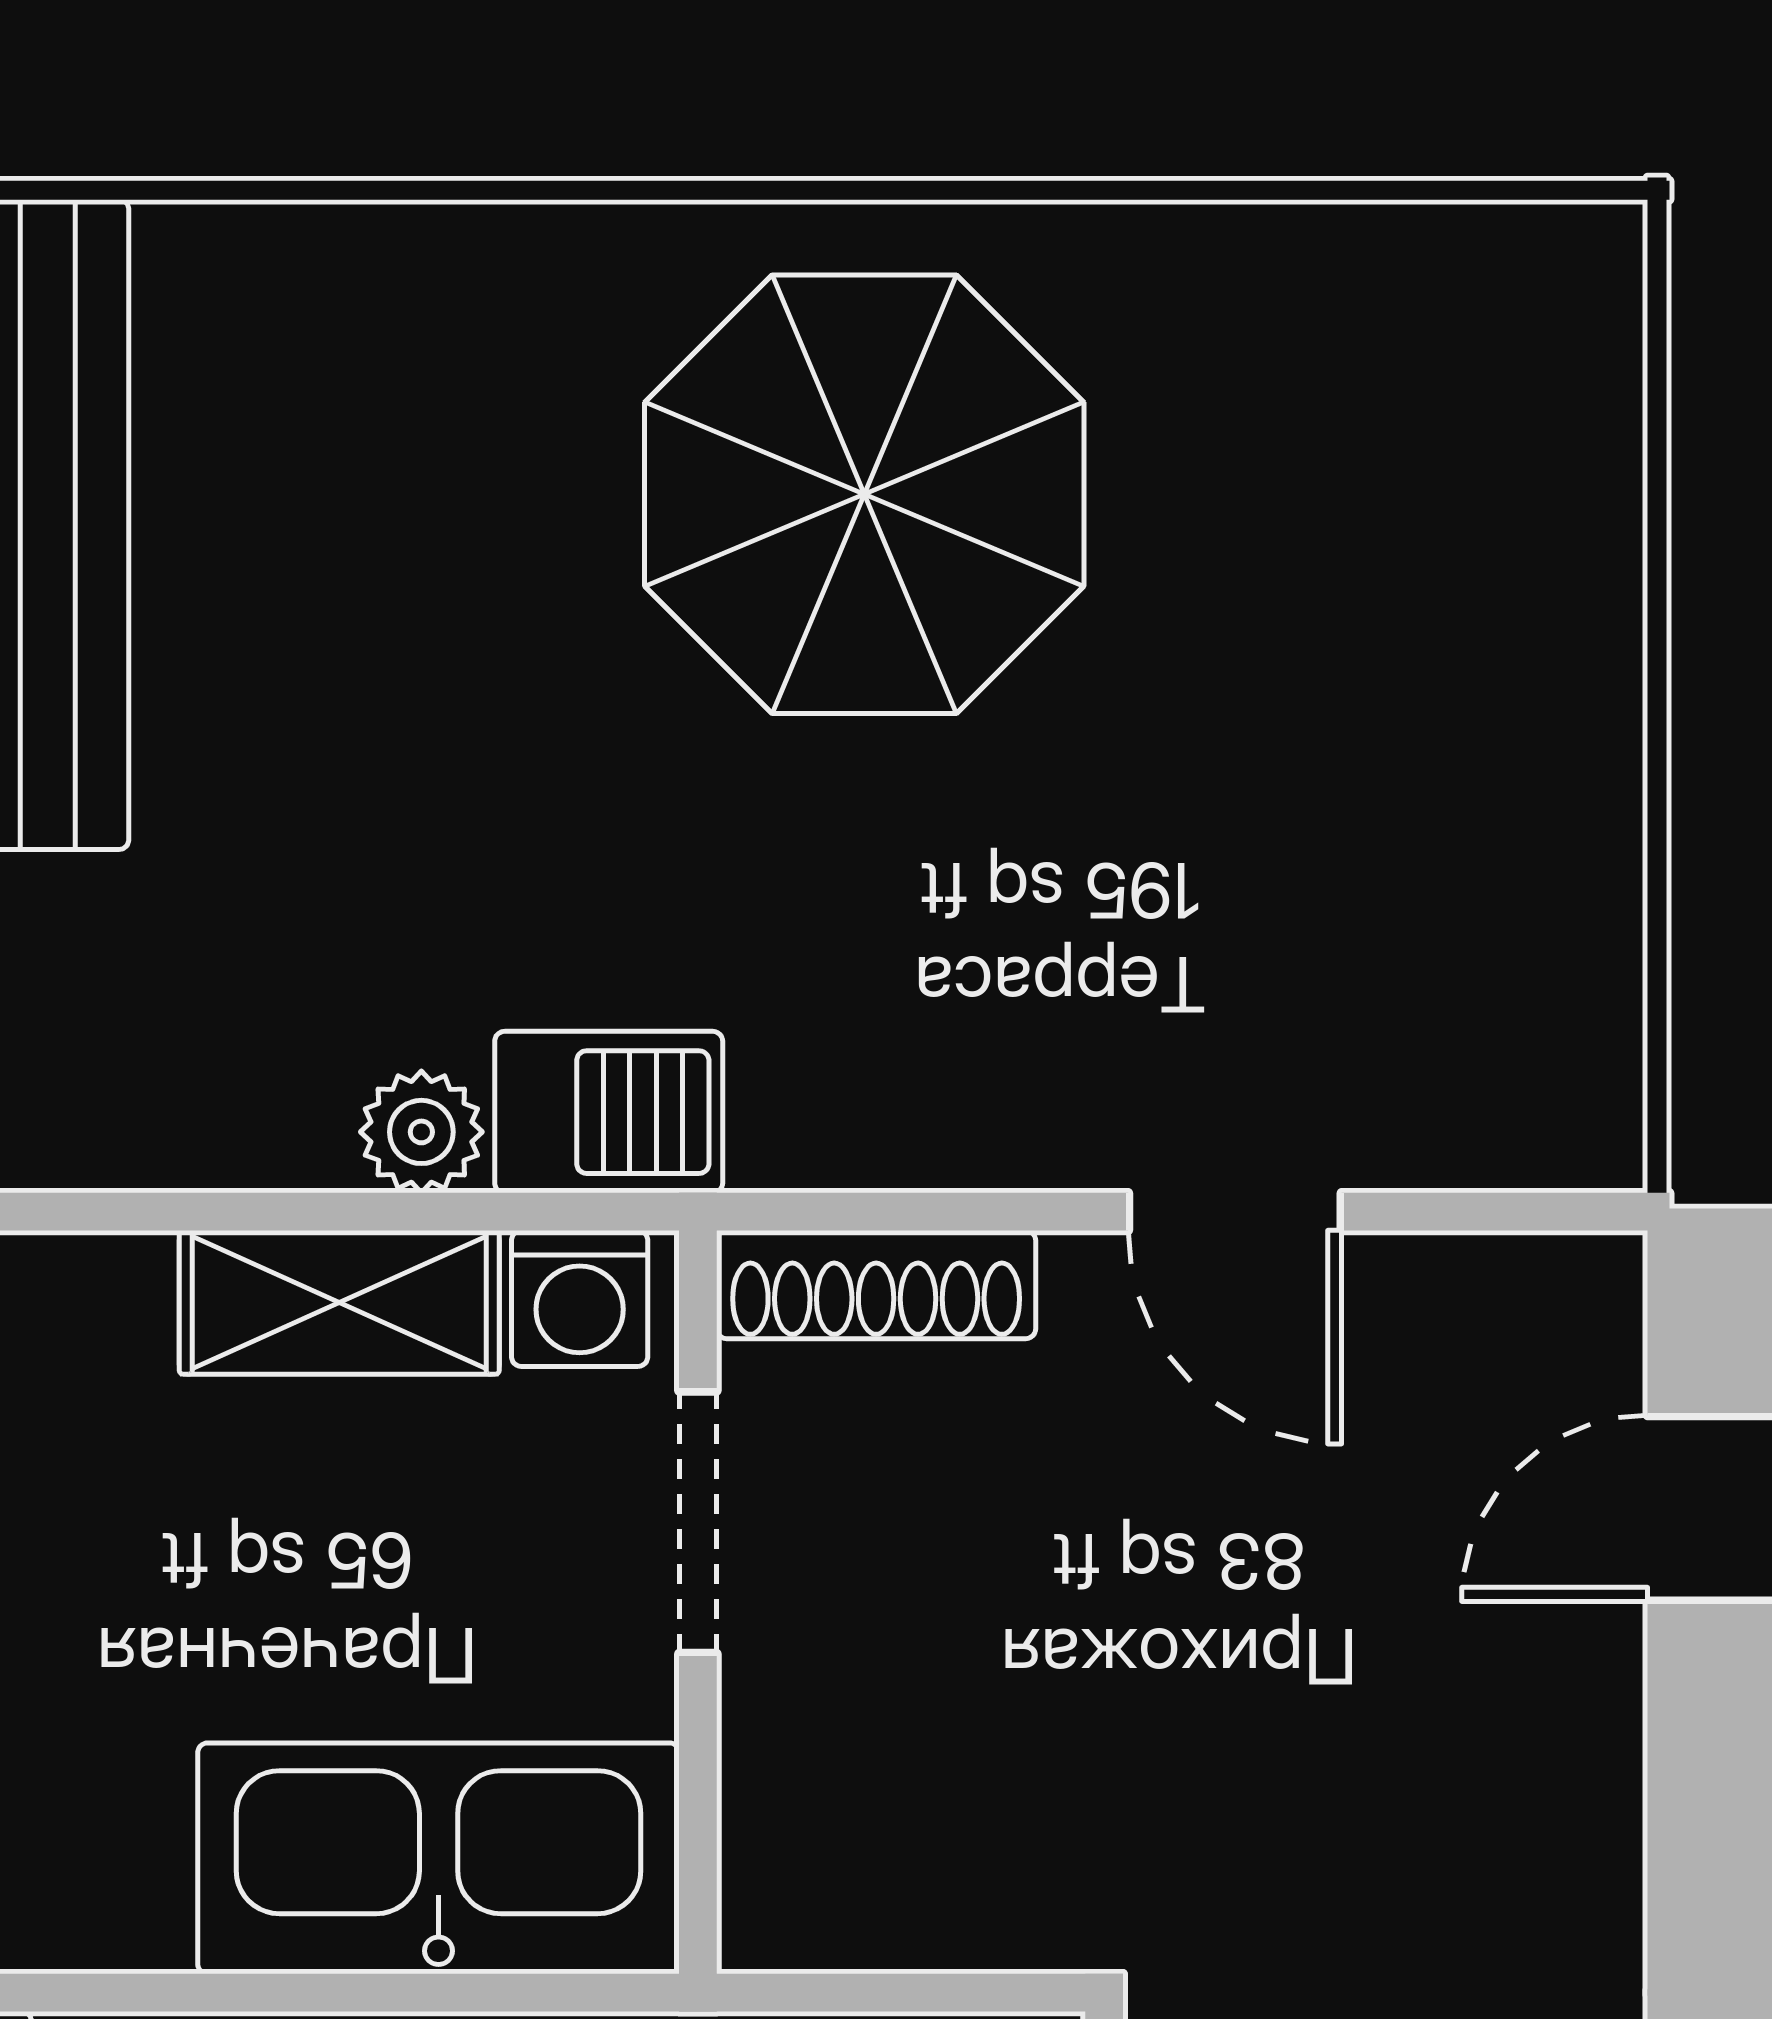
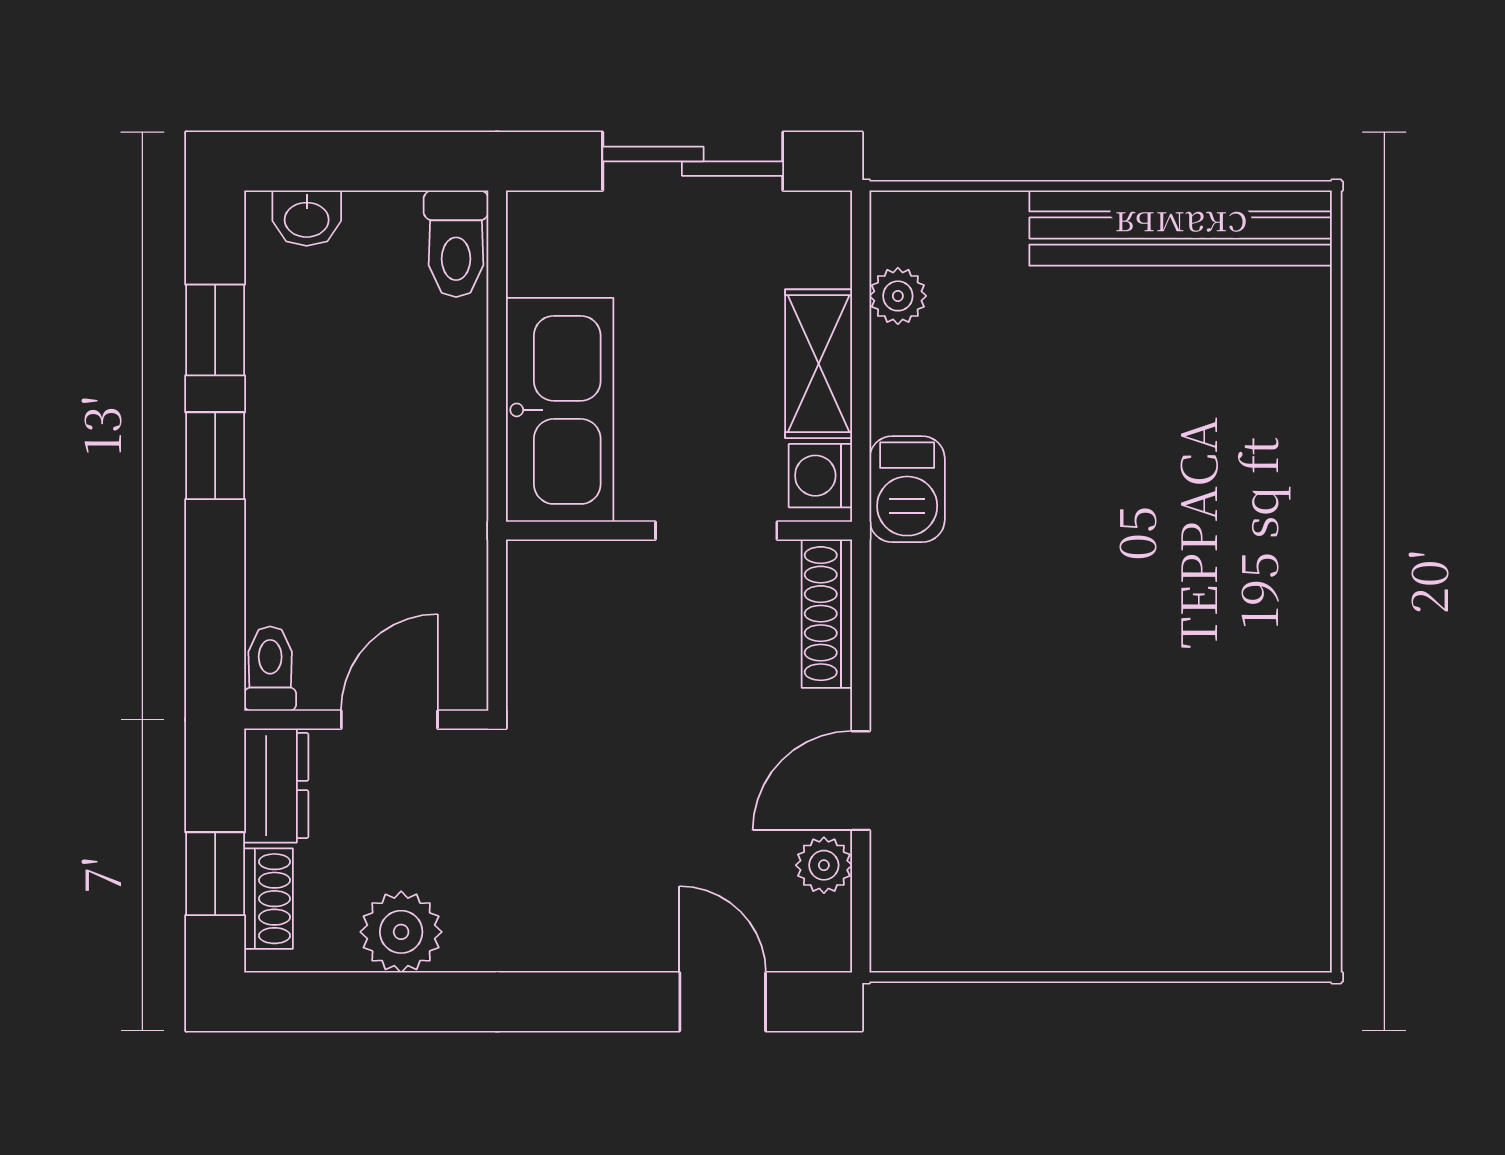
parasol: (864, 494) -> (1195, 608), removed
plant: (421, 1132) -> (898, 296), moved
plant: (1417, 1291) -> (824, 865), added

